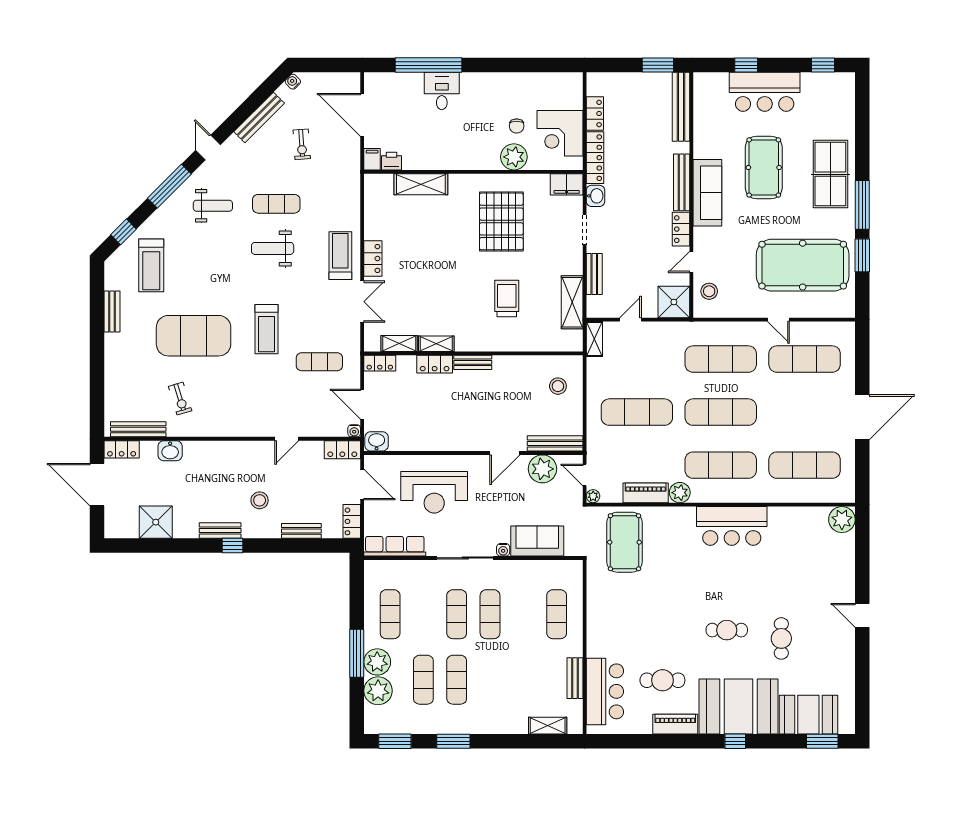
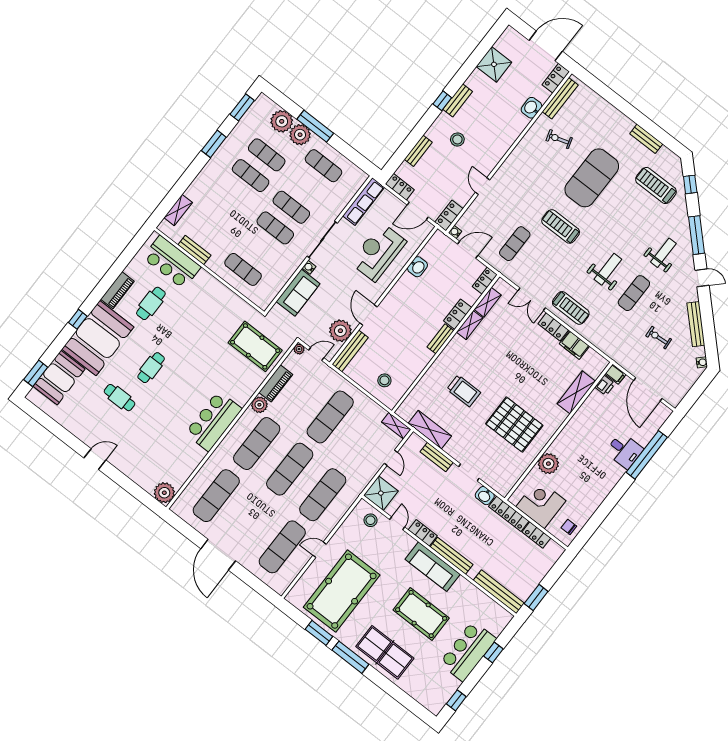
door: (362, 115) -> (648, 389), swing flipped
chair: (517, 126) -> (569, 527), moved
filing cabinet: (567, 184) -> (574, 345), moved, turned -90
weight bench: (213, 206) -> (663, 253), turned 180
washbasin: (377, 441) -> (417, 267), moved

